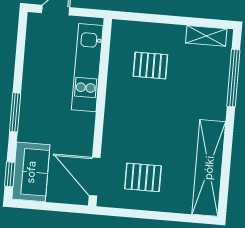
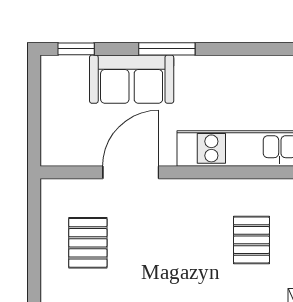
sofa: (31, 172) -> (132, 79), moved
door: (95, 177) -> (131, 172), moved

